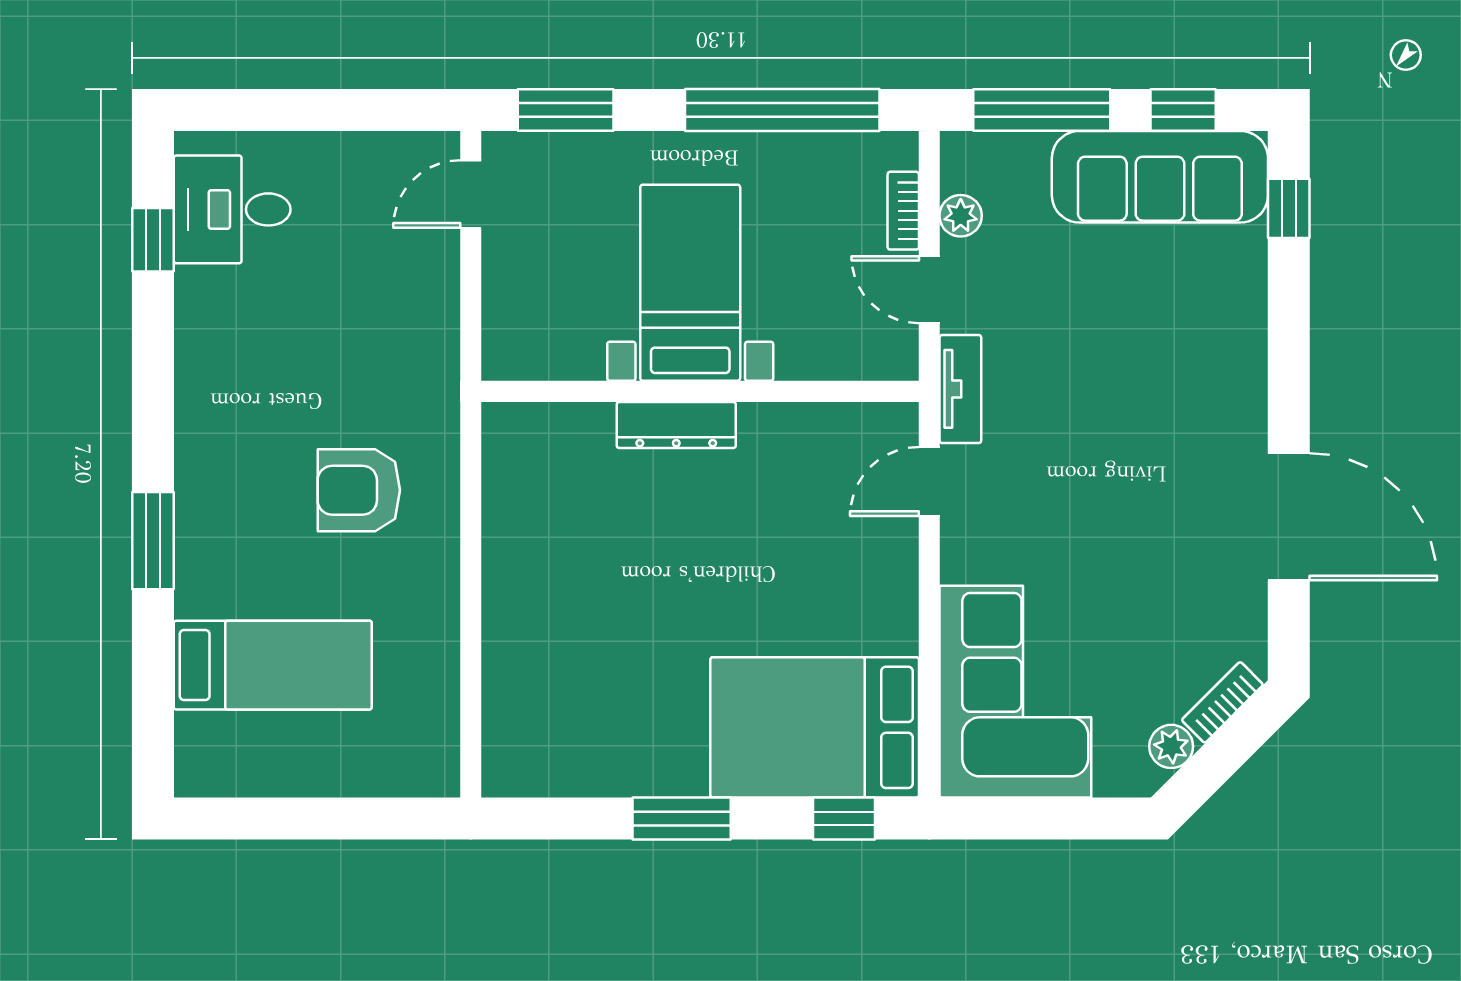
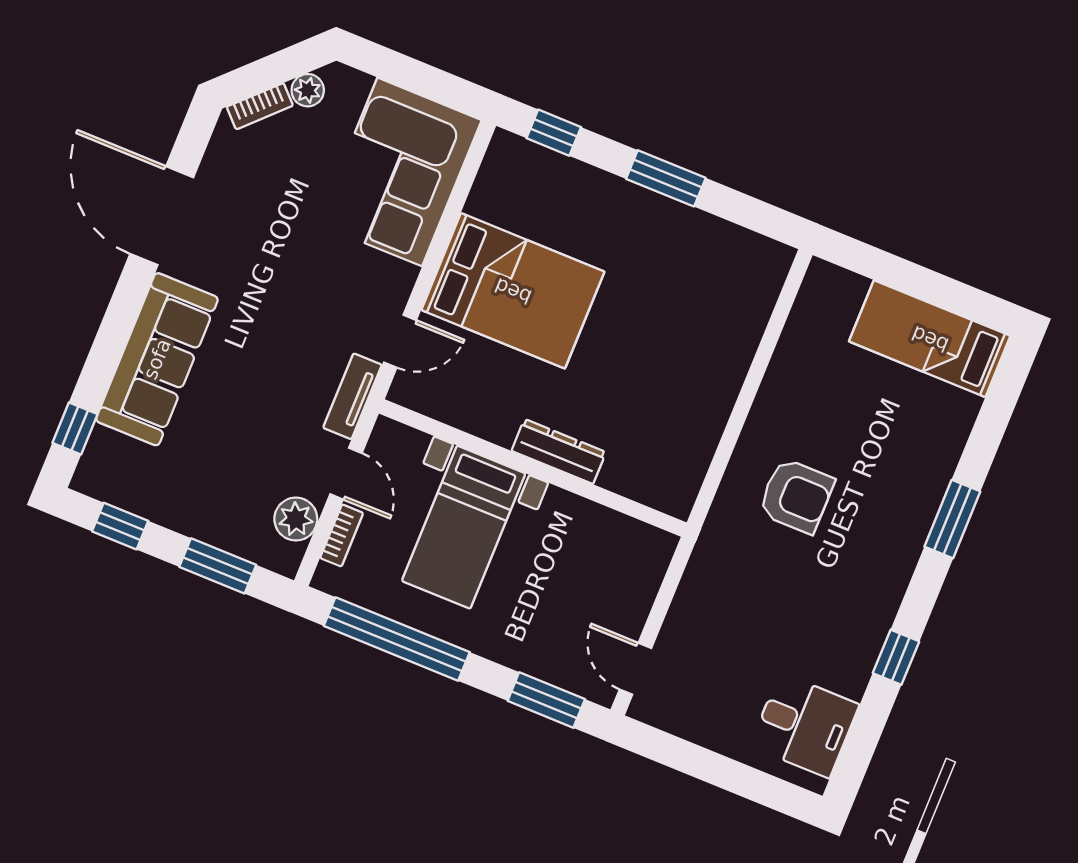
window: (1042, 110) -> (218, 566), width x0.69
sofa: (1160, 177) -> (157, 359), moved, turned 90
door: (471, 194) -> (635, 669), swing flipped
plant: (961, 216) -> (296, 519), width x1.38, depth x1.38
window: (153, 240) -> (896, 657), moved
bed with nightstands: (690, 283) -> (464, 527), moved
bed: (273, 665) -> (930, 339), moved
bed: (815, 727) -> (513, 291), moved

